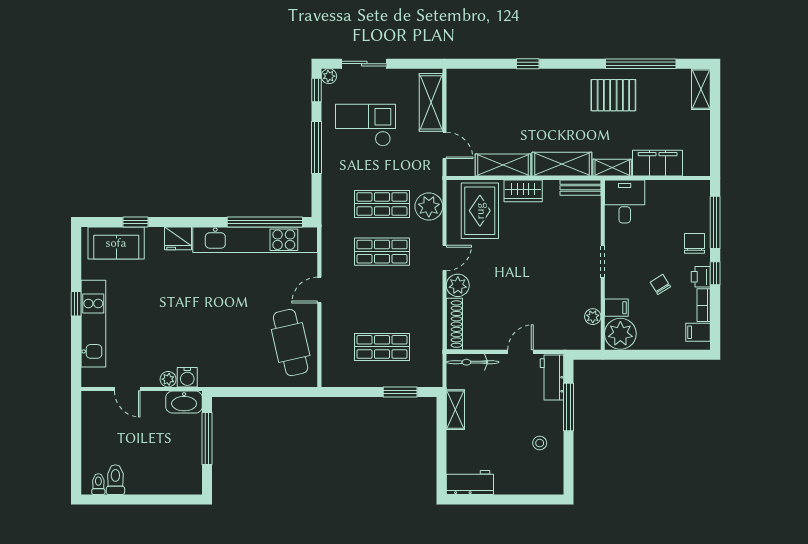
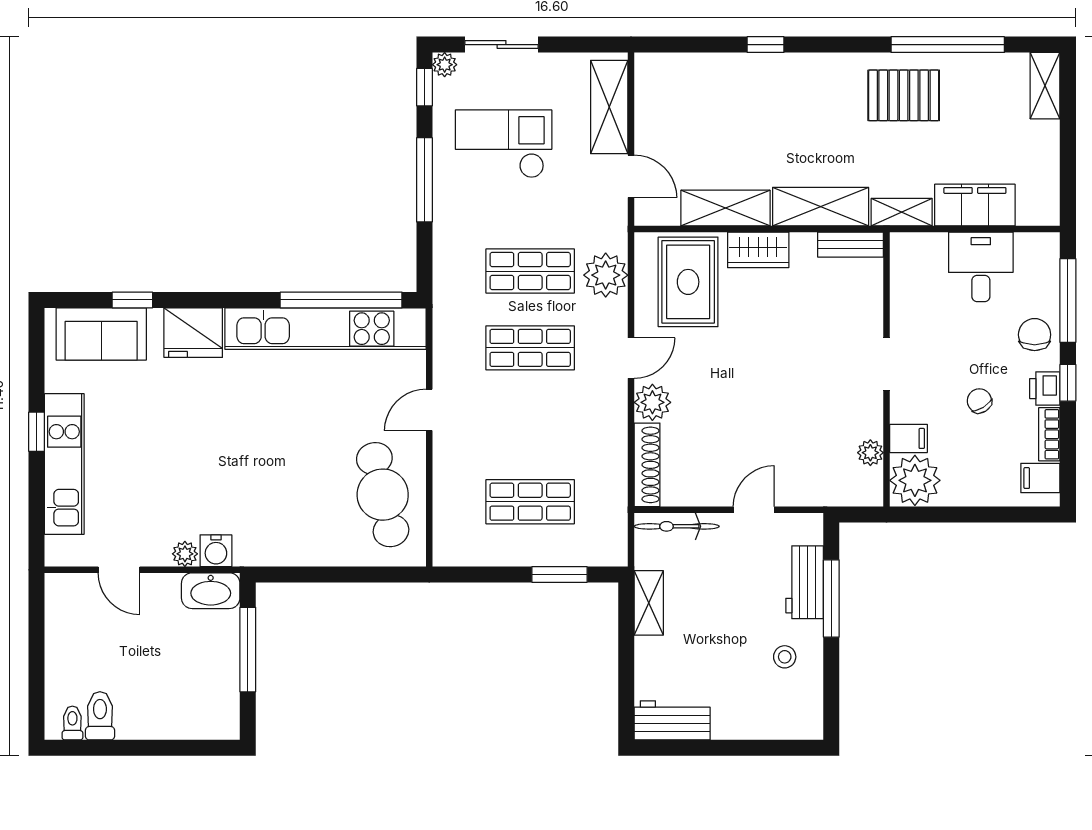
desk: (625, 201) -> (981, 267), moved
fridge: (178, 238) -> (193, 333), width x1.36, depth x1.34
workbench: (552, 377) -> (805, 582), moved

